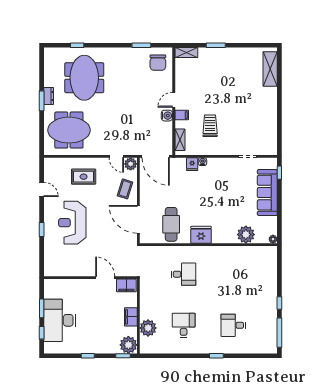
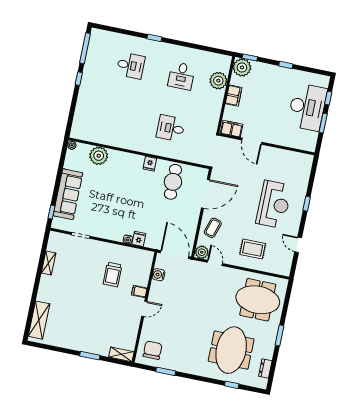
dresser: (49, 96) -> (265, 368), moved
water cooler: (167, 116) -> (158, 275), moved
shelving: (180, 140) -> (49, 263), moved
door: (138, 219) -> (205, 194), hinge flipped
fridge: (201, 235) -> (150, 164), width x0.53, depth x0.75

